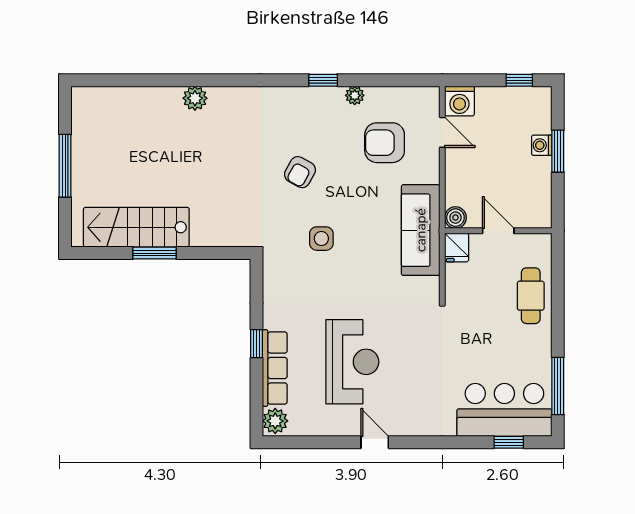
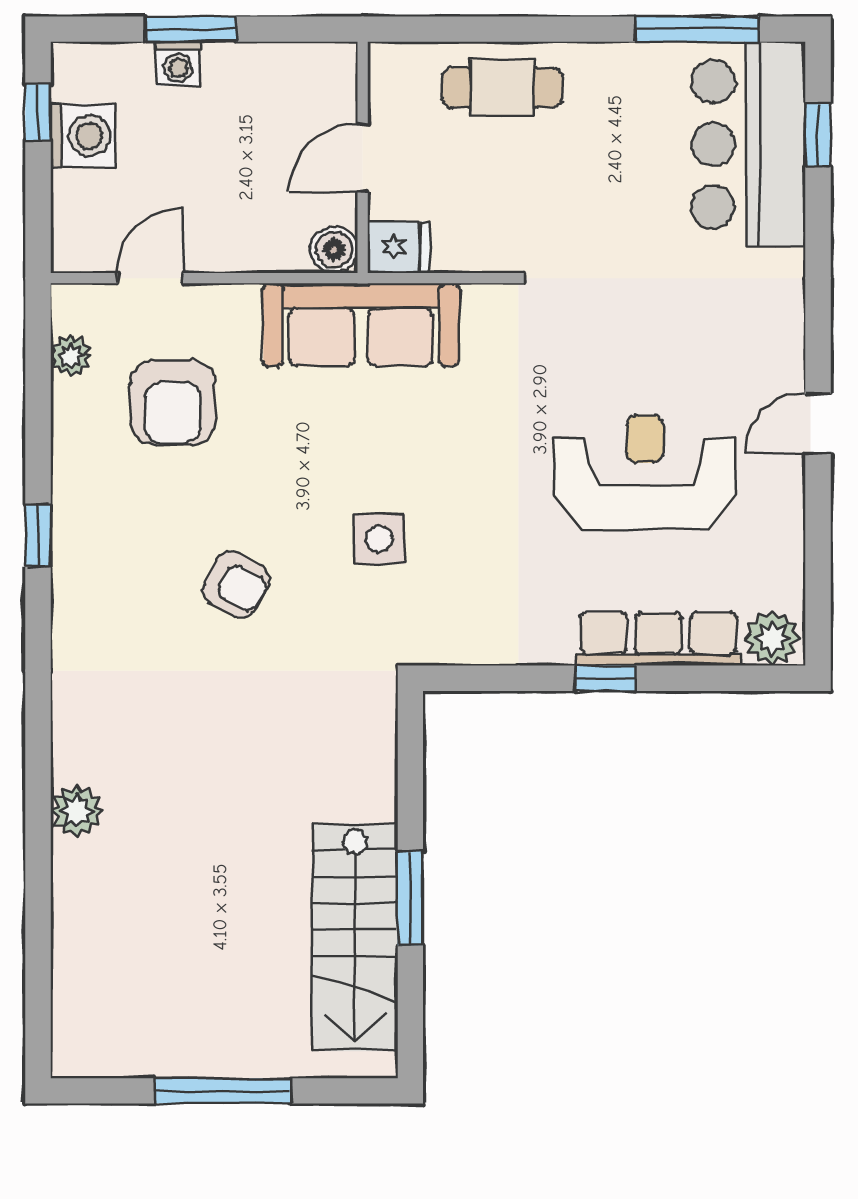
plant: (355, 95) -> (71, 356), moved
washing machine: (459, 101) -> (83, 136), moved

